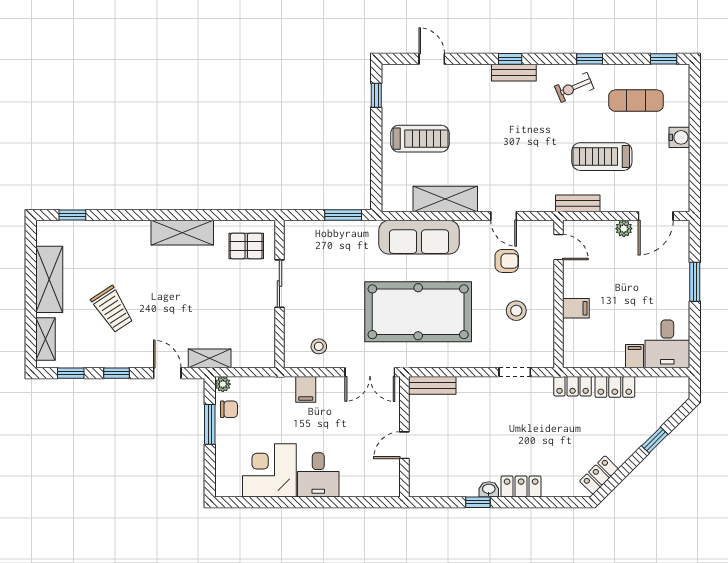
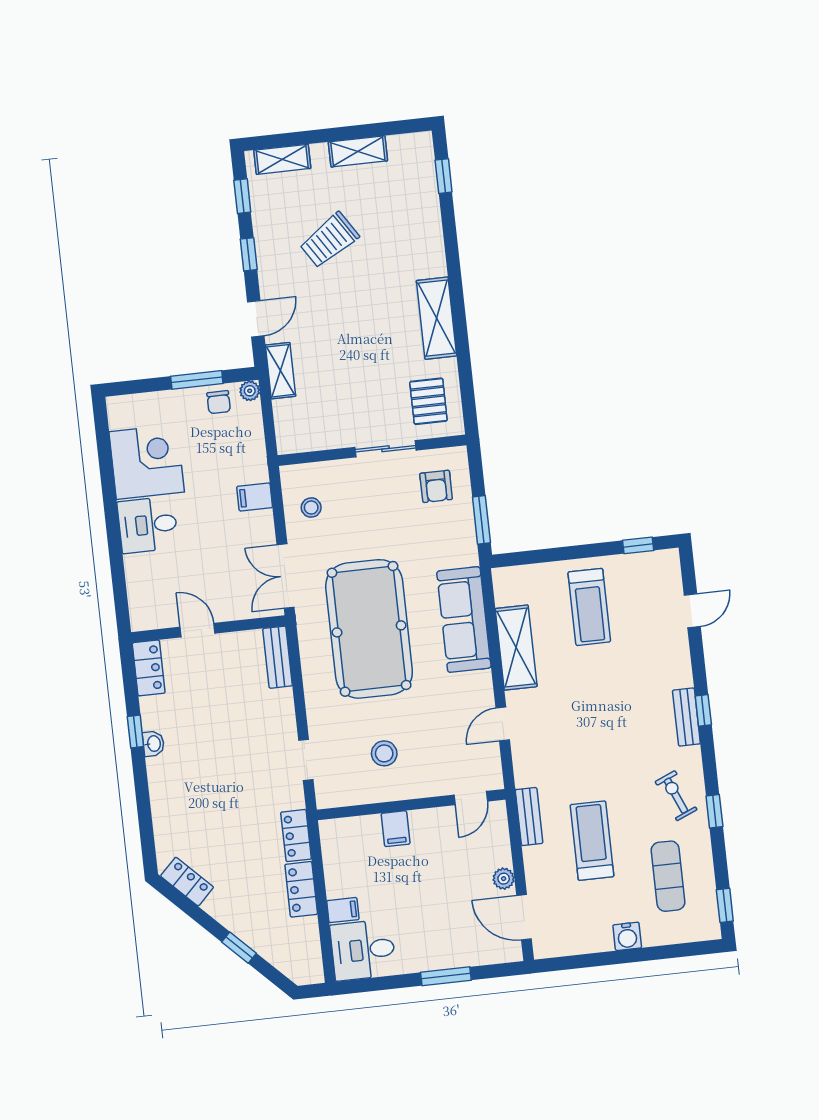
armchair: (507, 261) -> (436, 486), moved
shelving: (49, 279) -> (358, 151), width x0.67, depth x0.75
locker: (521, 486) -> (149, 668), moved

